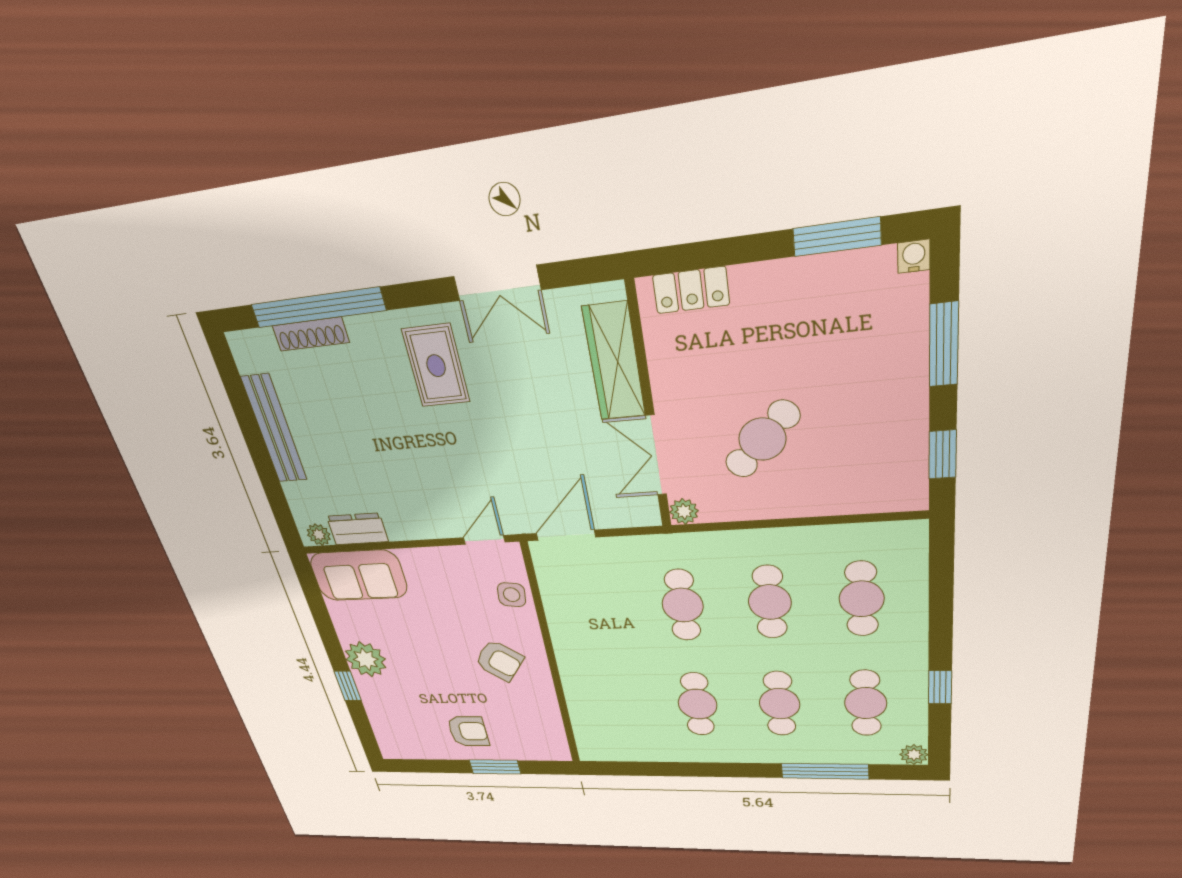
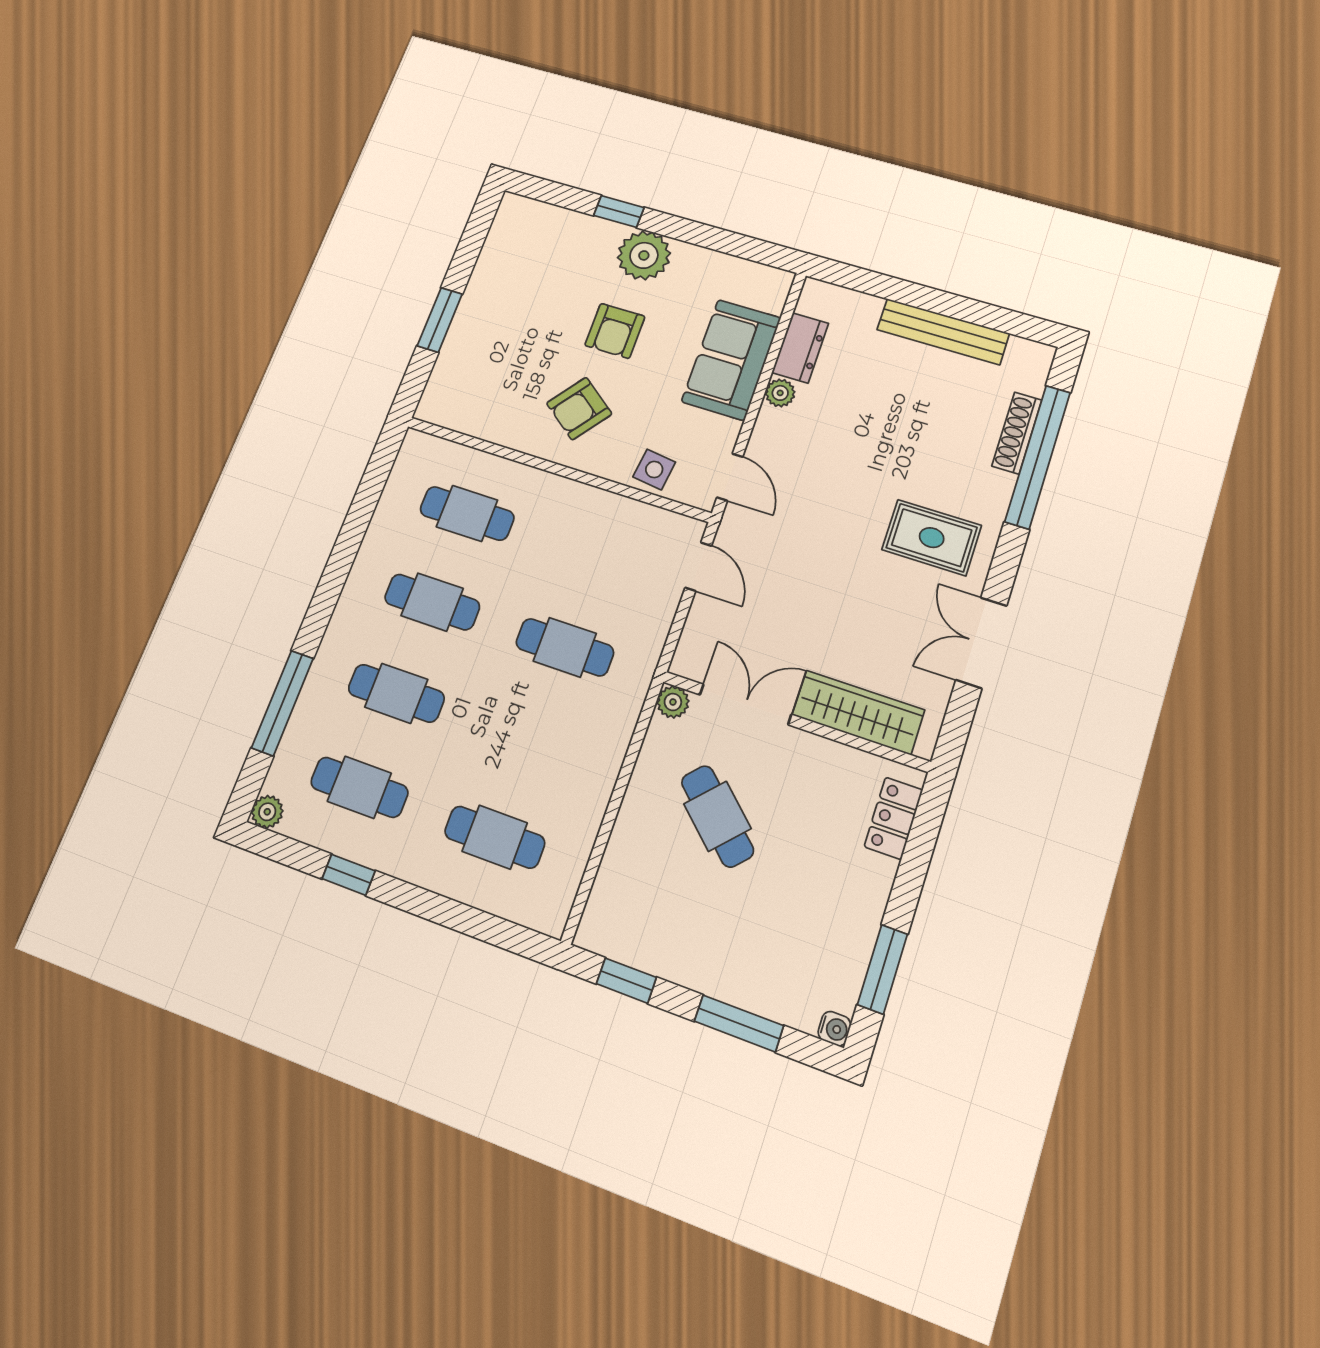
plant: (319, 535) -> (780, 393), moved
door: (566, 535) -> (698, 567), width x0.73
sofa: (359, 575) -> (731, 360), moved
cafe table: (770, 602) -> (467, 513), moved
armchair: (468, 731) -> (615, 331), moved

